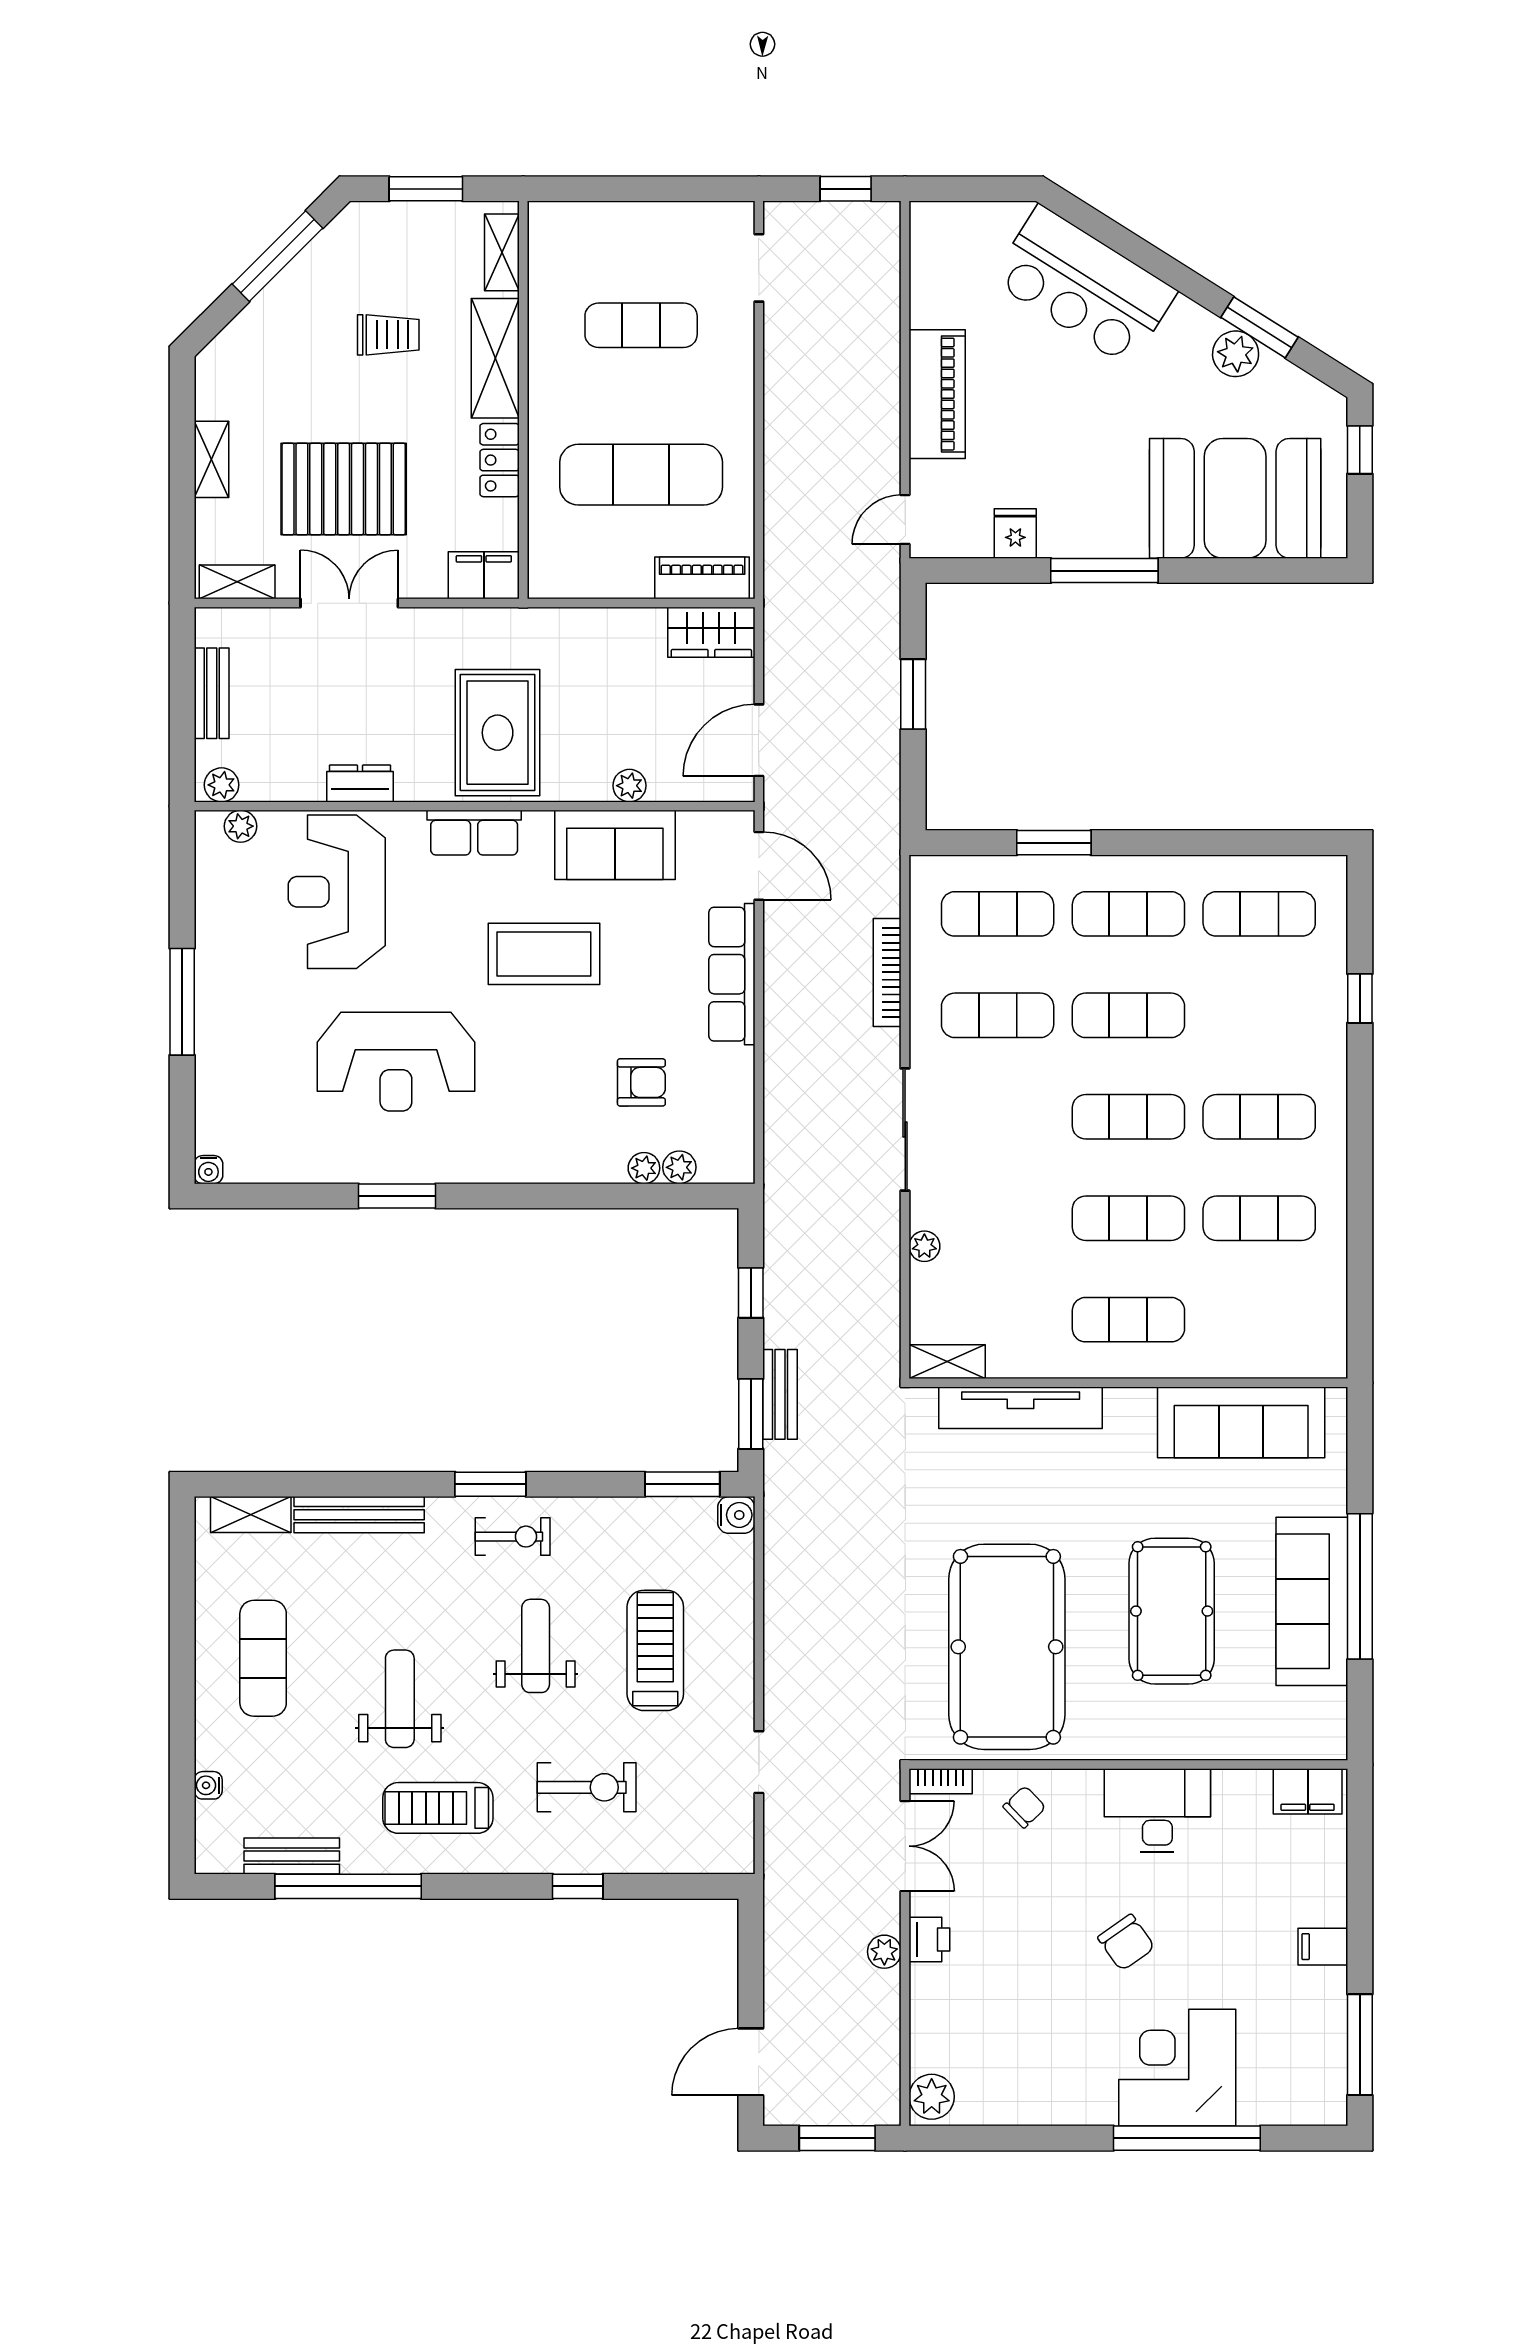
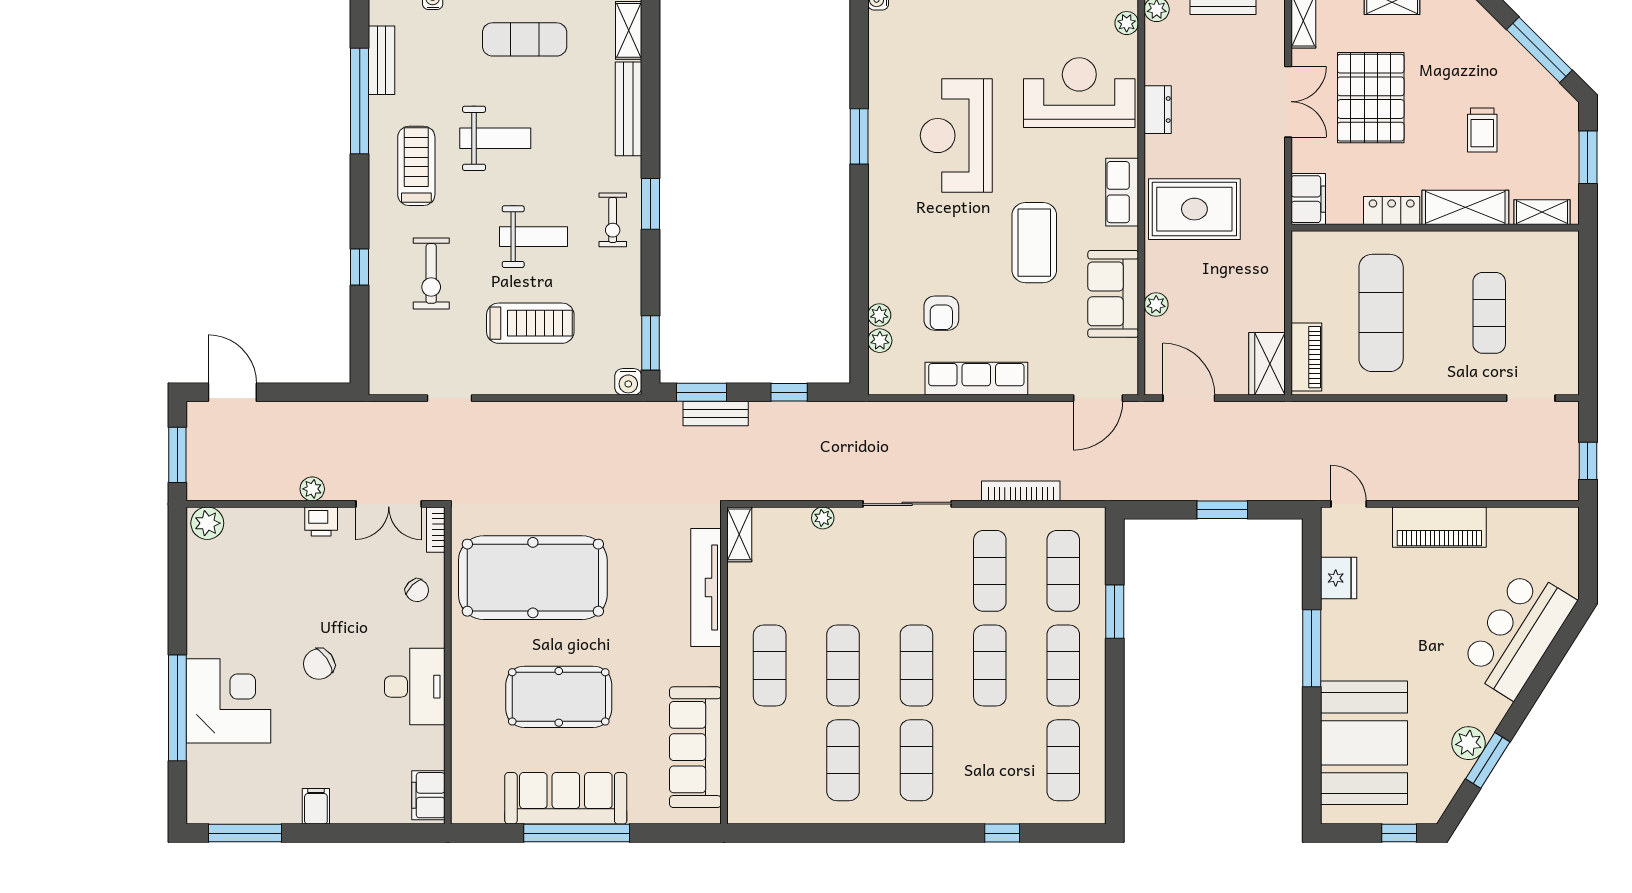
fridge: (1015, 533) -> (1339, 578), width x1.38
row of seats: (732, 974) -> (976, 379), moved

